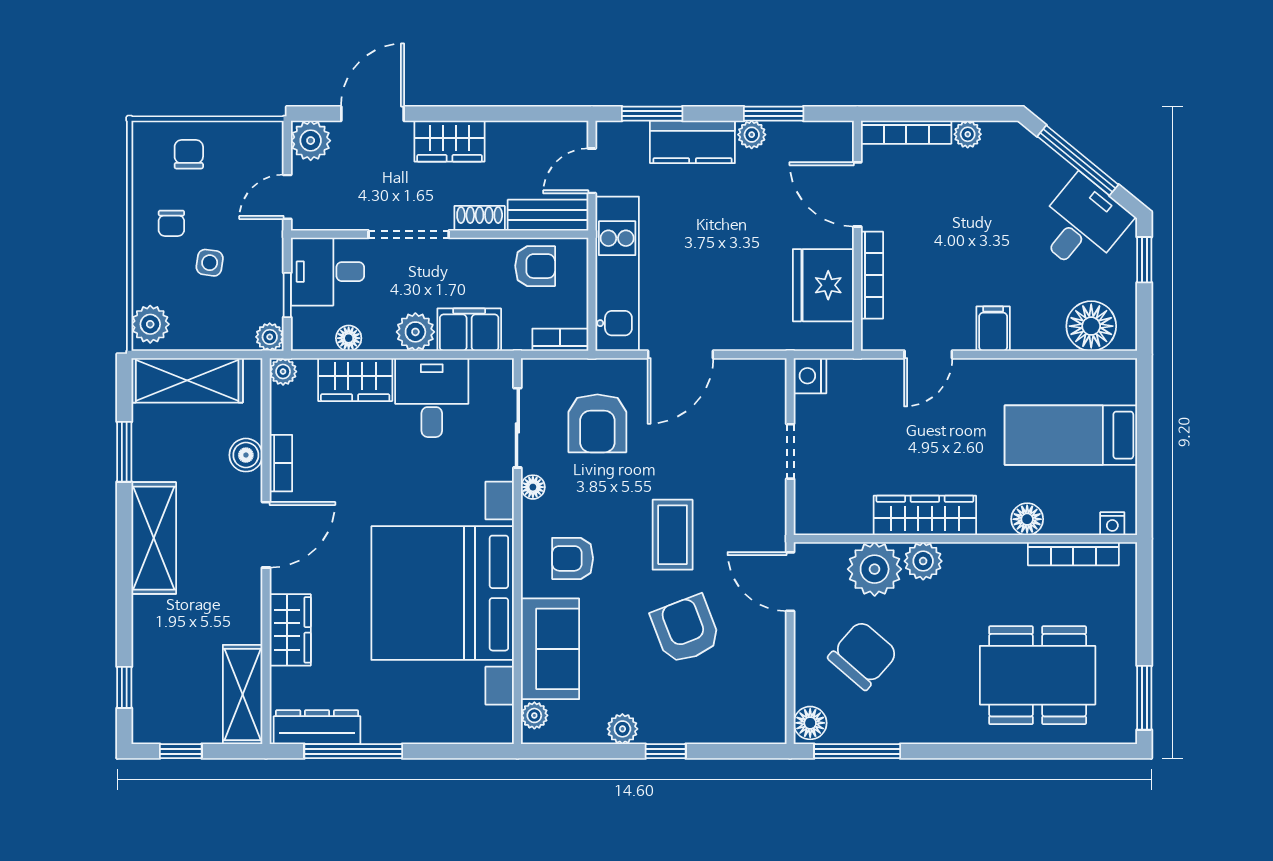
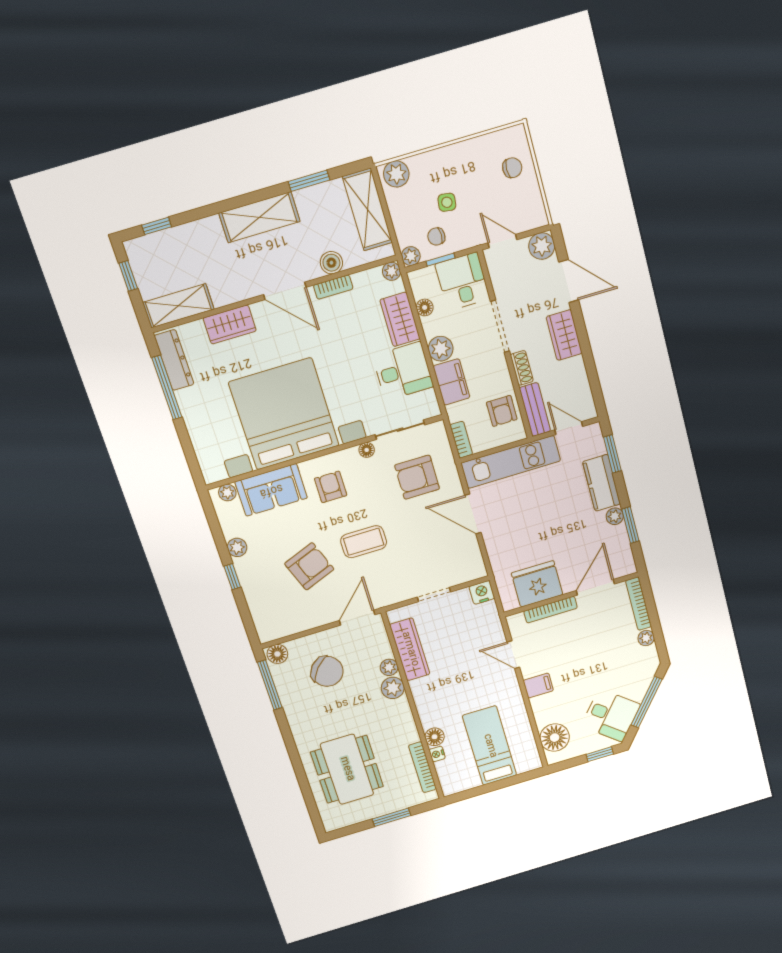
chair: (171, 223) -> (436, 236), moved
wardrobe: (925, 515) -> (410, 649), moved
nightstand: (1112, 524) -> (437, 754), moved
plant: (875, 569) -> (389, 667), width x0.53, depth x0.53
window: (1144, 698) -> (392, 817), moved

